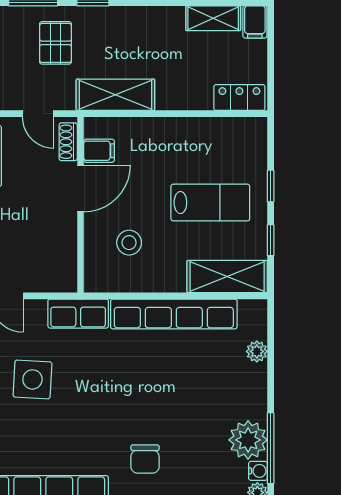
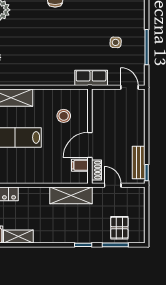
pallet: (56, 43) -> (119, 228), moved
row of seats: (174, 314) -> (40, 78), removed
side table: (32, 379) -> (116, 42), width x0.54, depth x0.54

